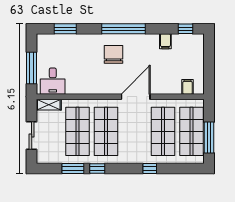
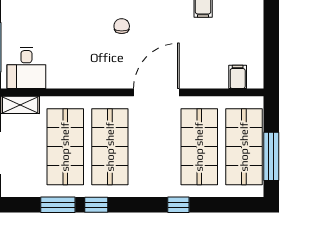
chair: (113, 54) -> (122, 26), width x0.54, depth x0.54

